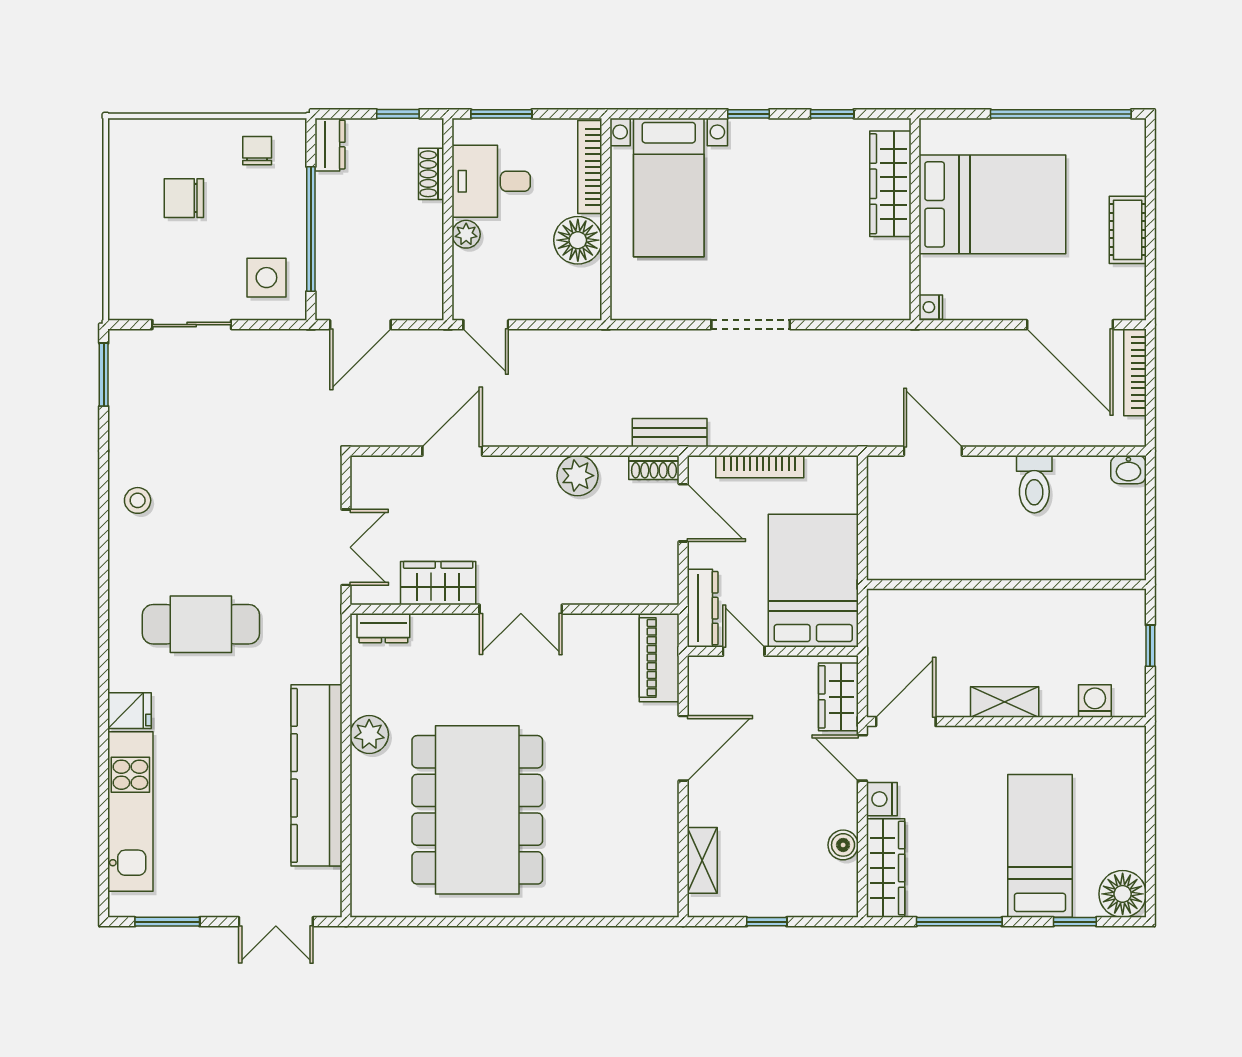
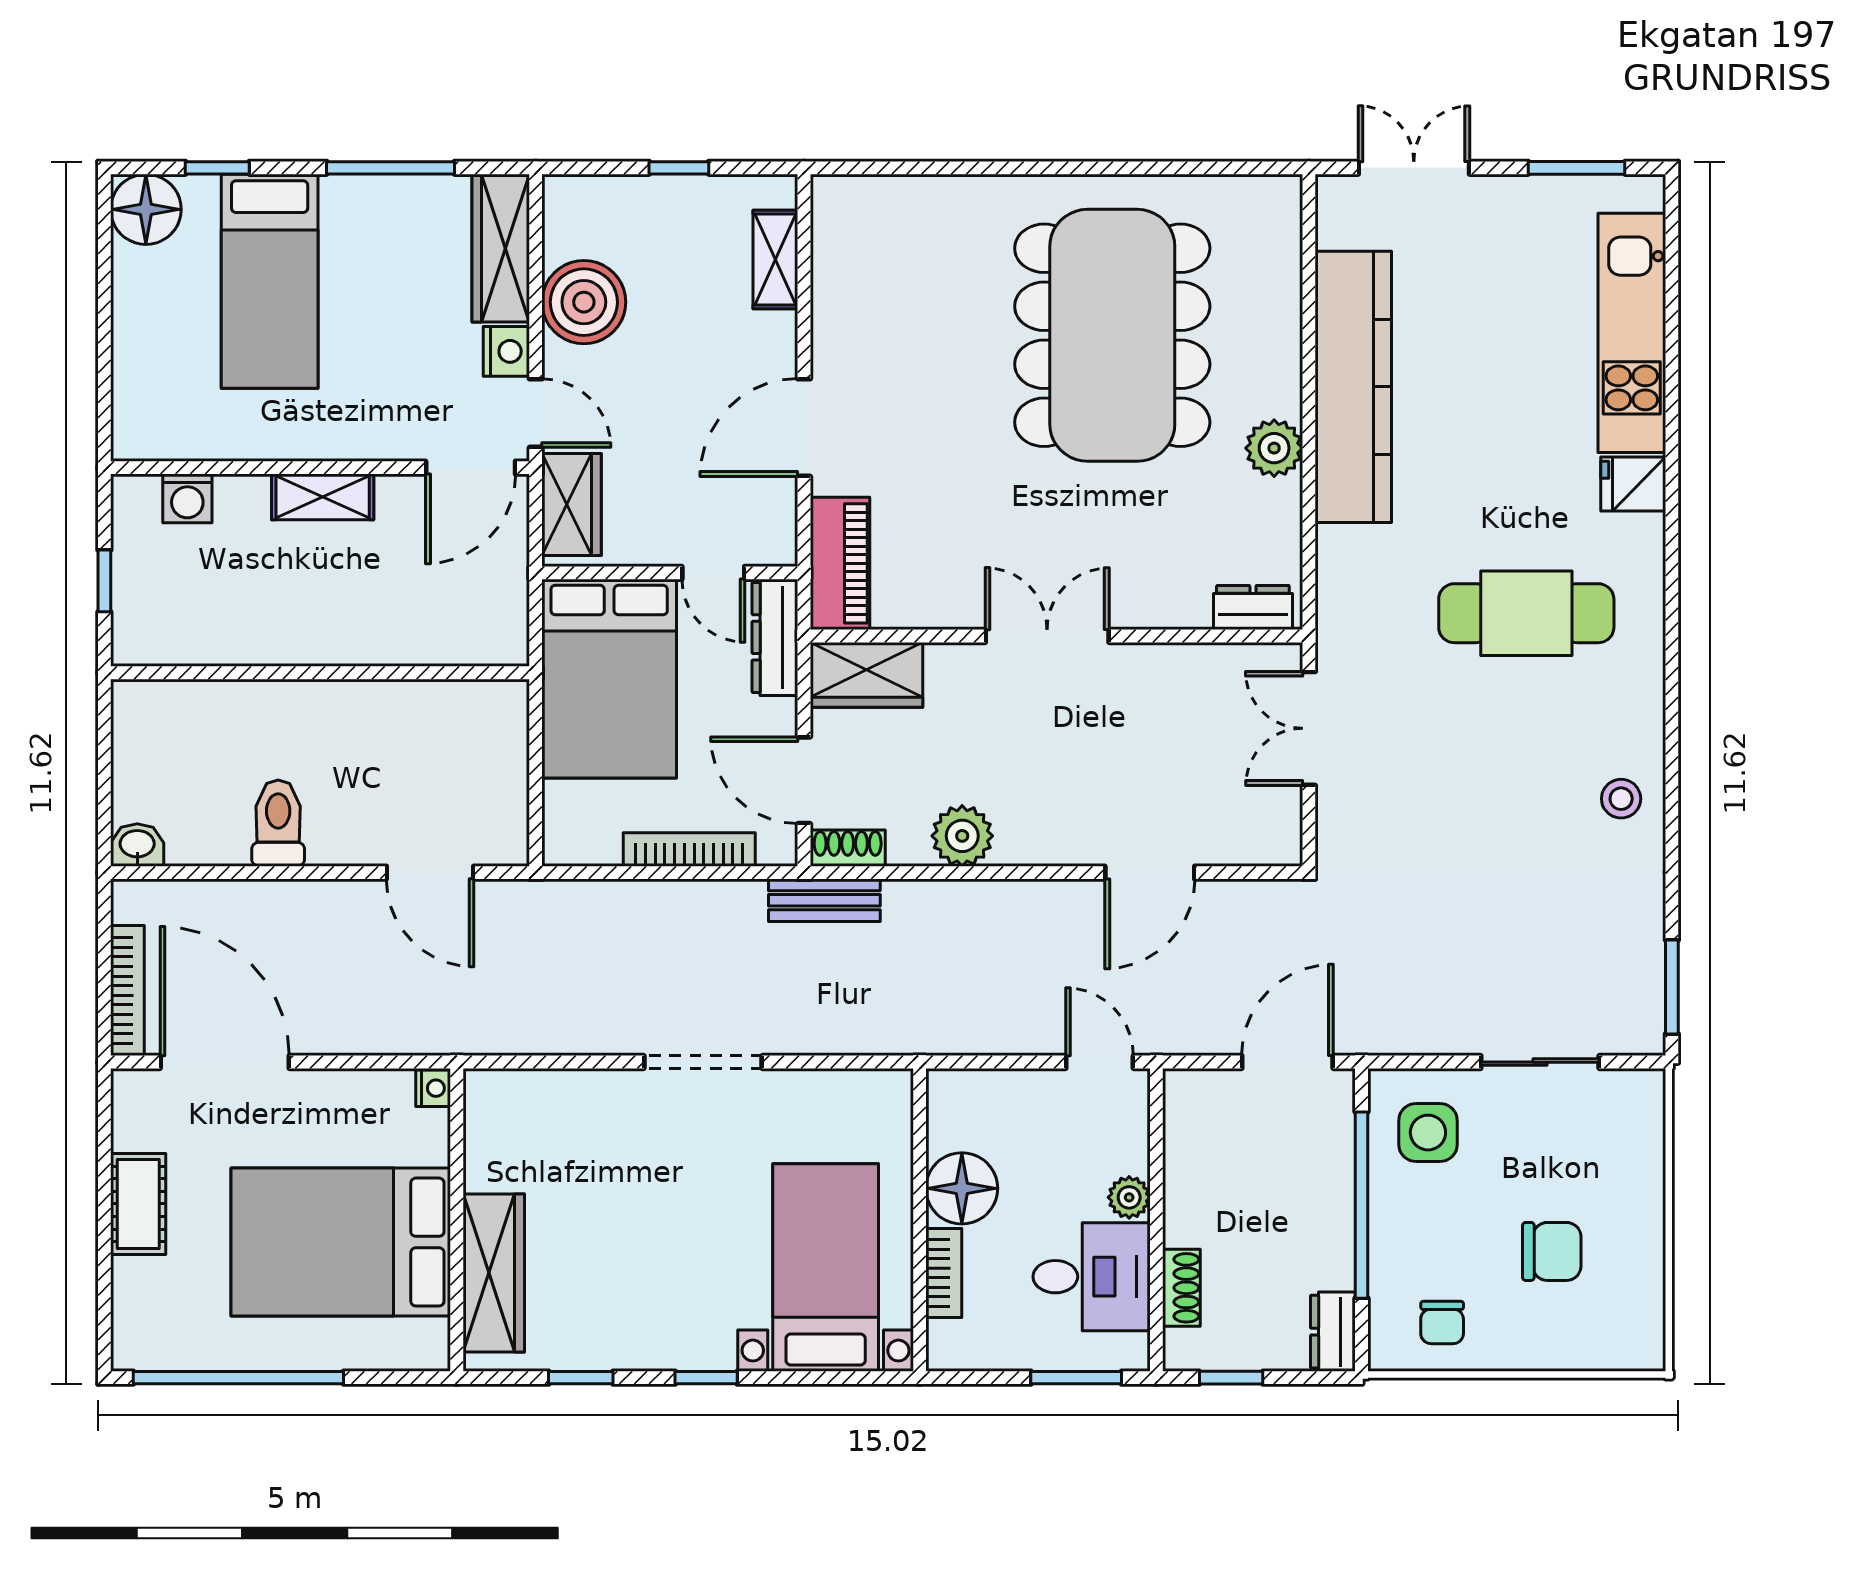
bookcase: (590, 167) -> (944, 1273), width x0.64
wardrobe: (438, 583) -> (866, 675), moved
boiler: (843, 845) -> (584, 302), width x1.86, depth x1.86

